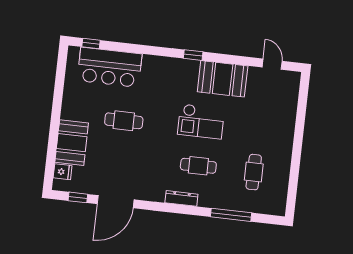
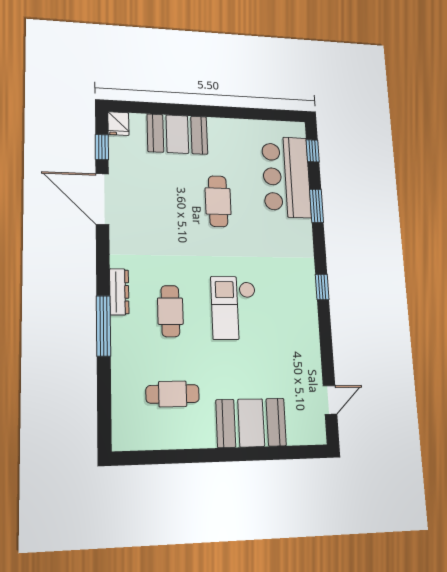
window: (133, 48) -> (316, 206), added
booth: (223, 79) -> (251, 423), moved, turned 90
fridge: (63, 172) -> (118, 124), moved
window: (231, 215) -> (103, 326), moved

